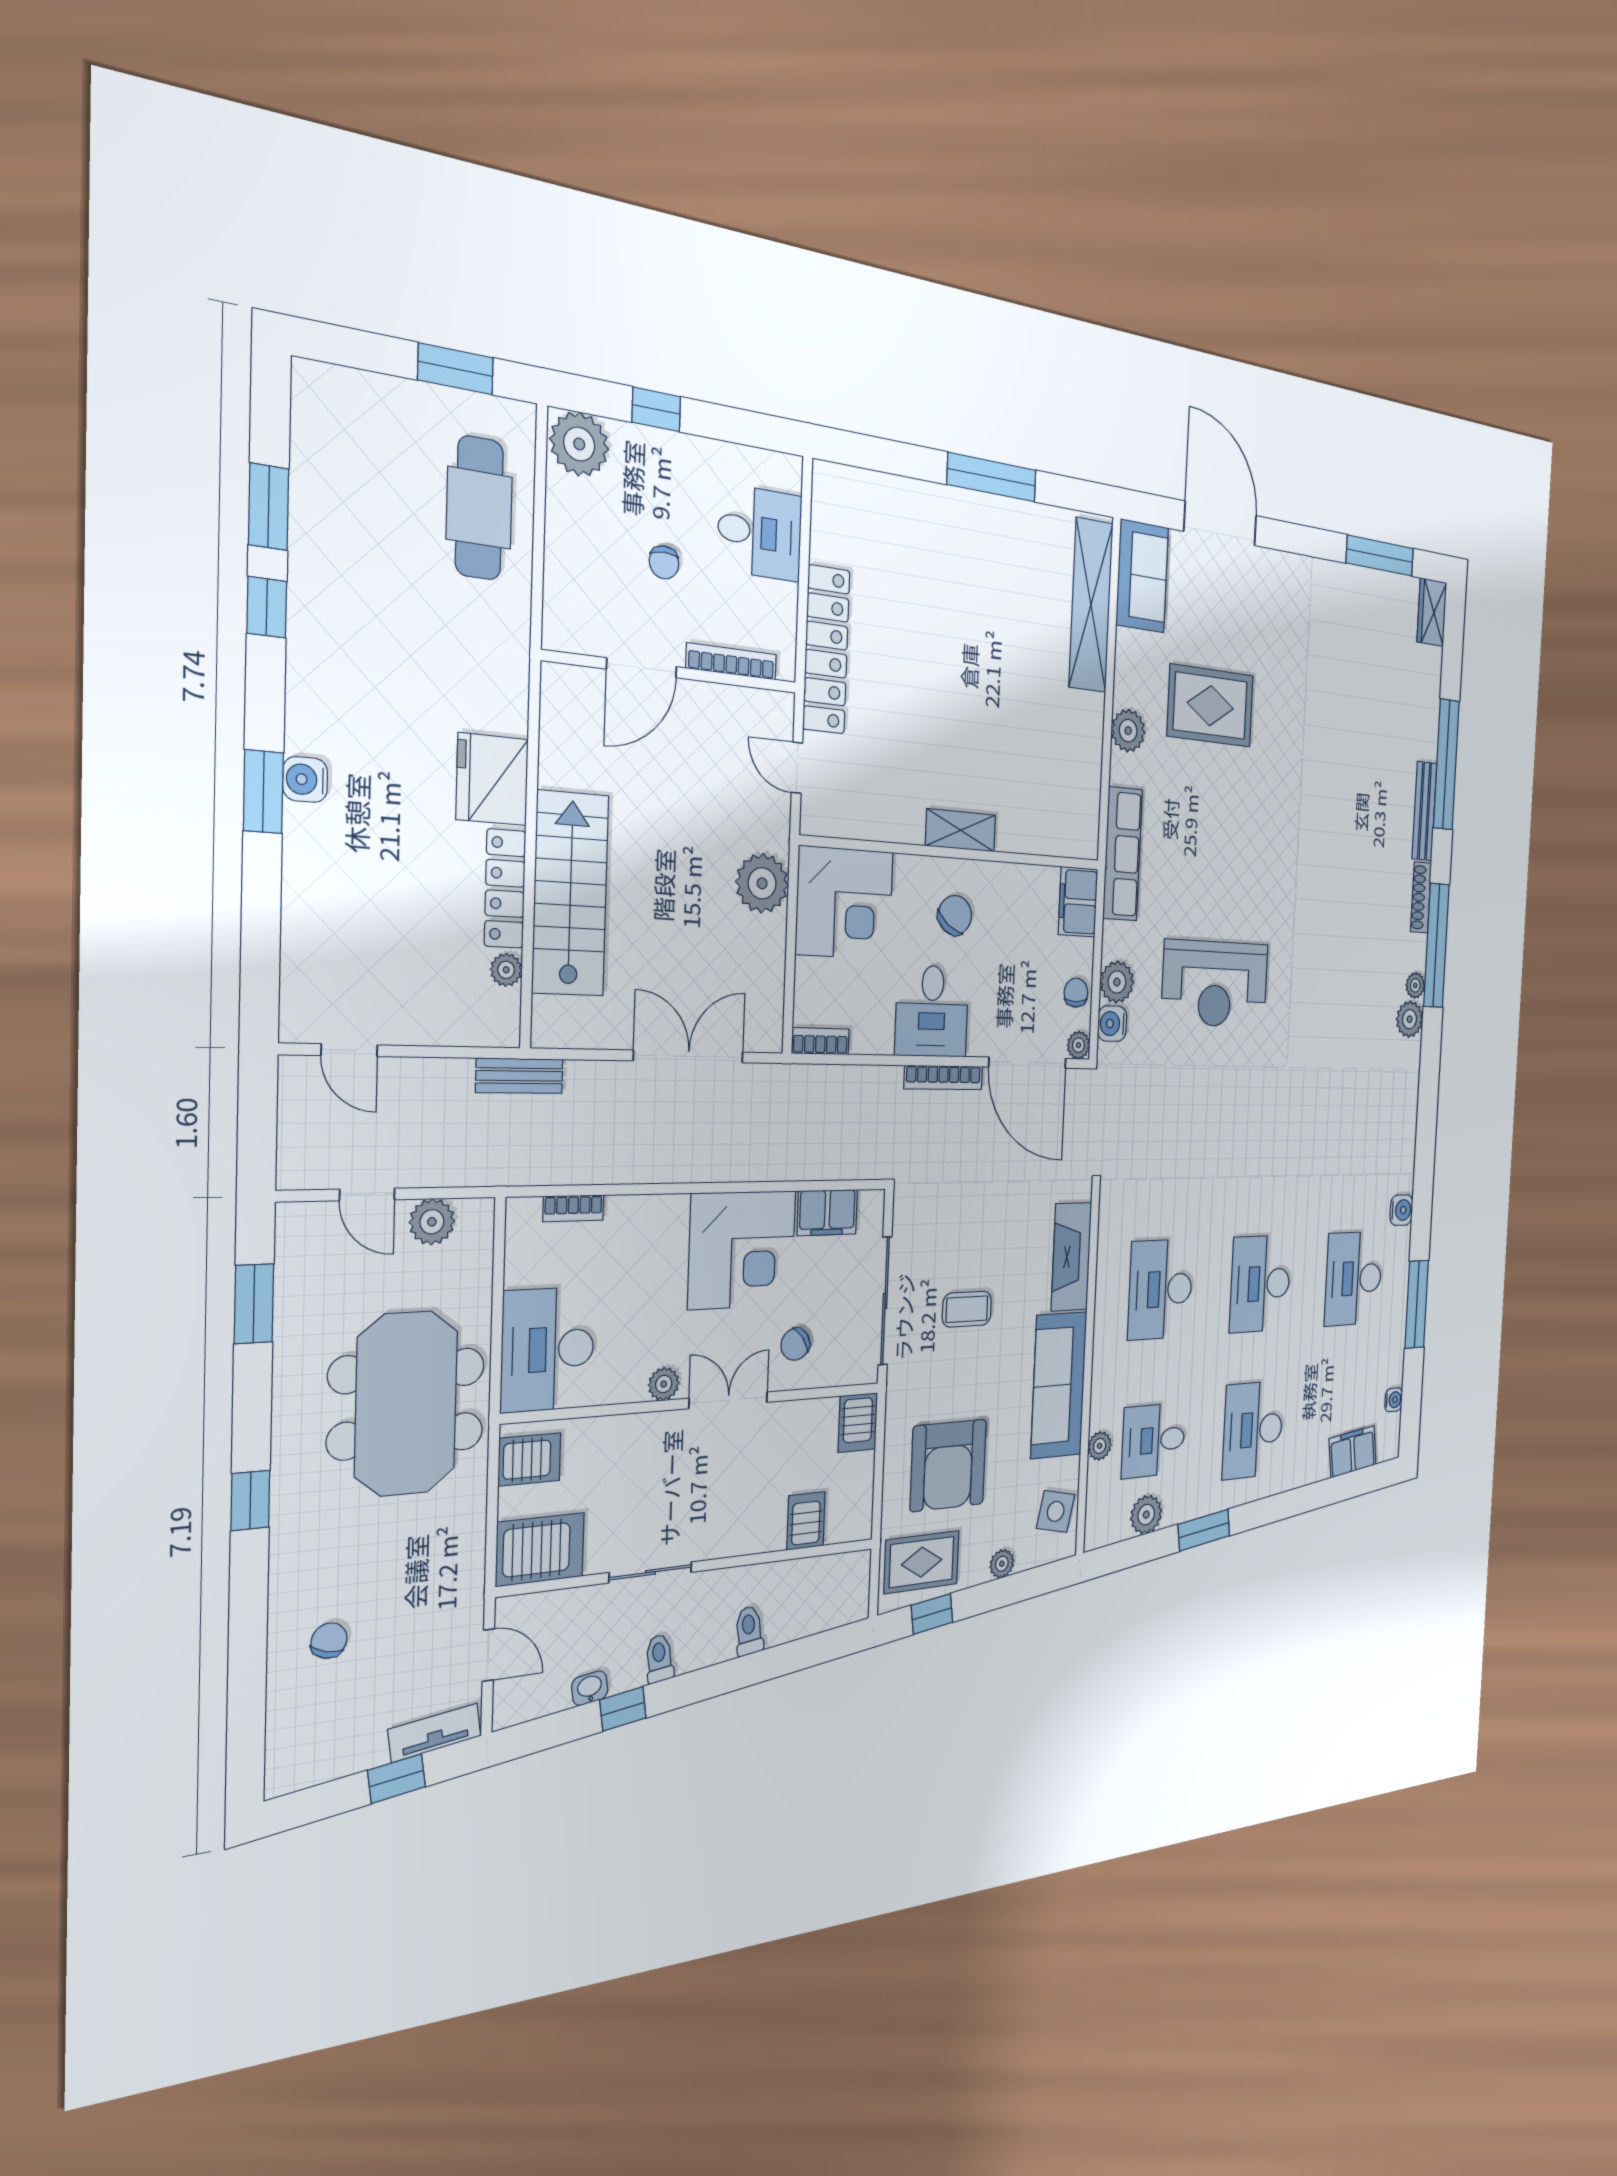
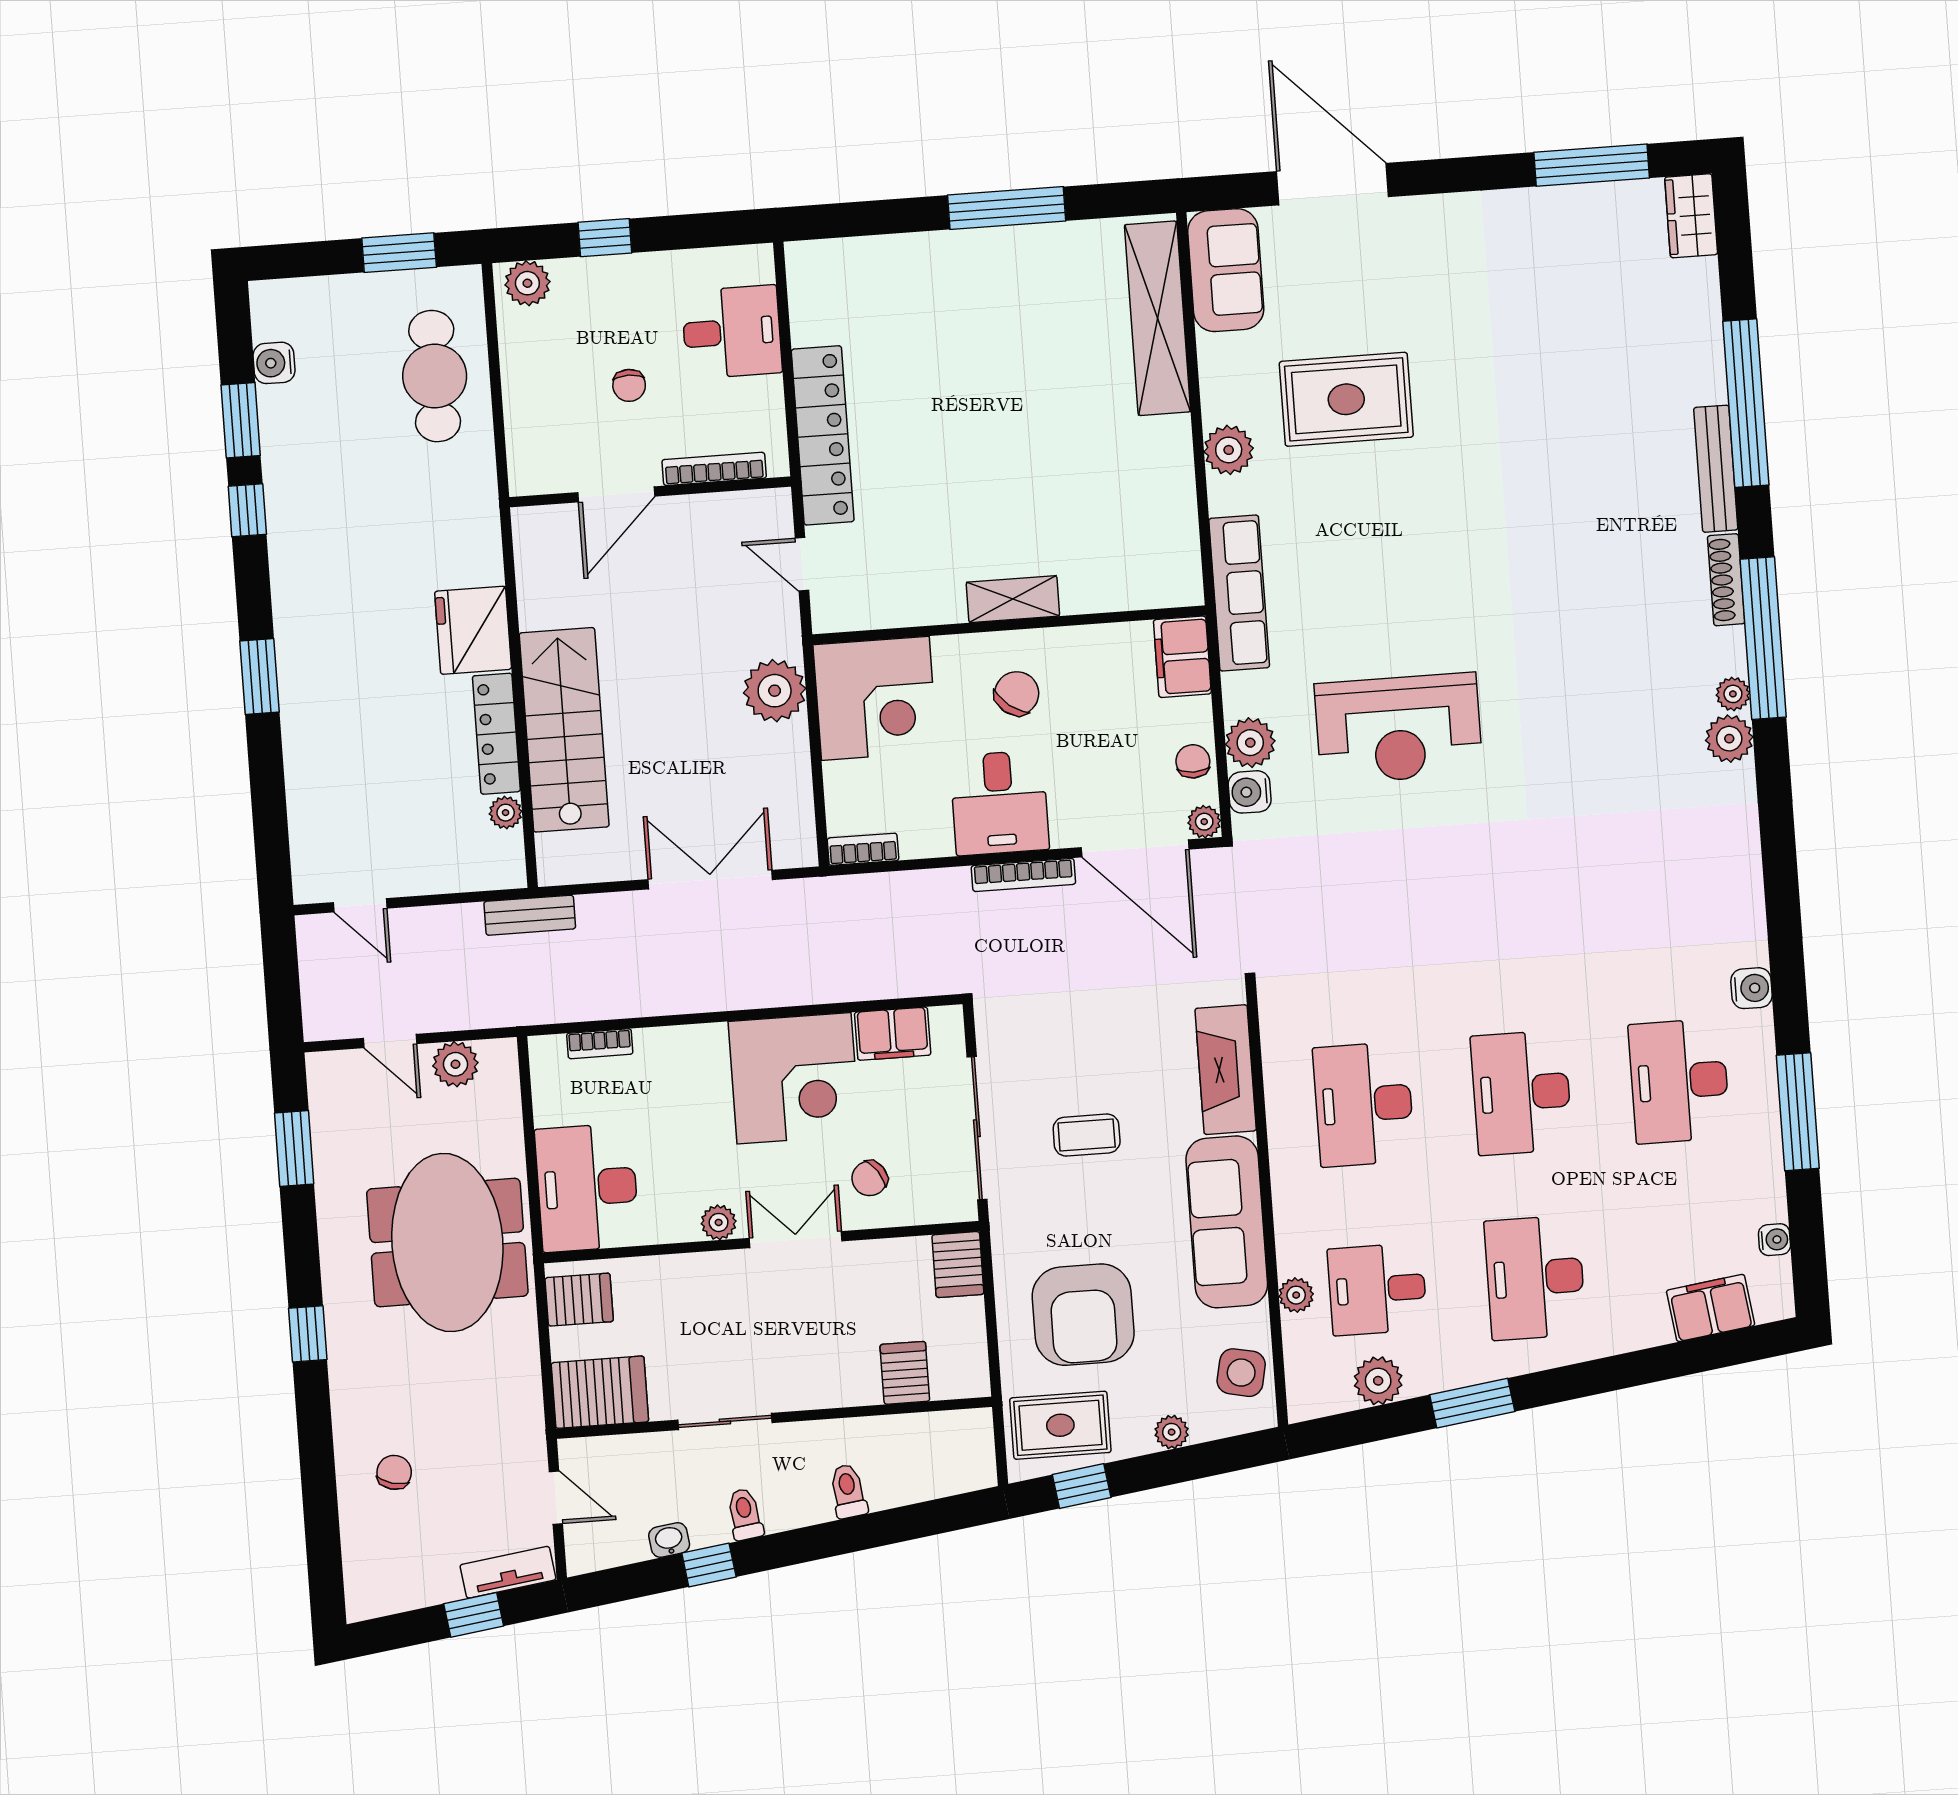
plant: (579, 444) -> (527, 283), width x0.73, depth x0.73
water cooler: (305, 779) -> (274, 363), moved

